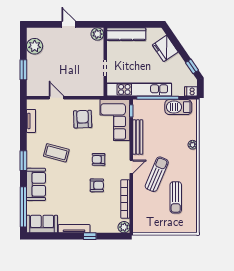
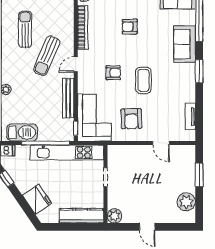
coffee table: (56, 153) -> (143, 80), moved, turned 75
armchair: (97, 185) -> (130, 27), moved

